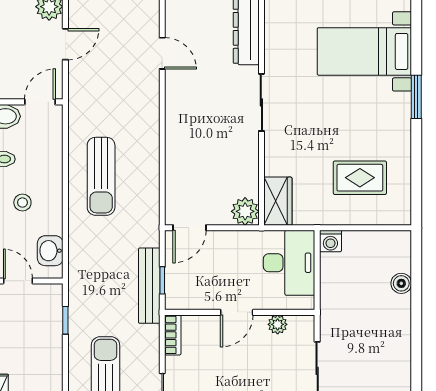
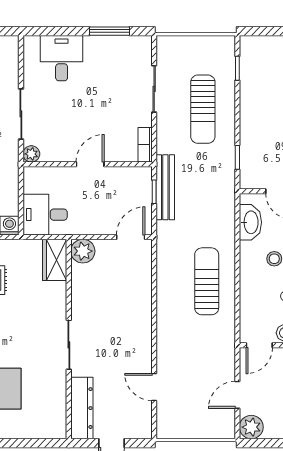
washbasin: (50, 251) -> (250, 222), width x1.38
desk: (289, 263) -> (45, 215), width x0.73
plant: (278, 324) -> (31, 154), moved

